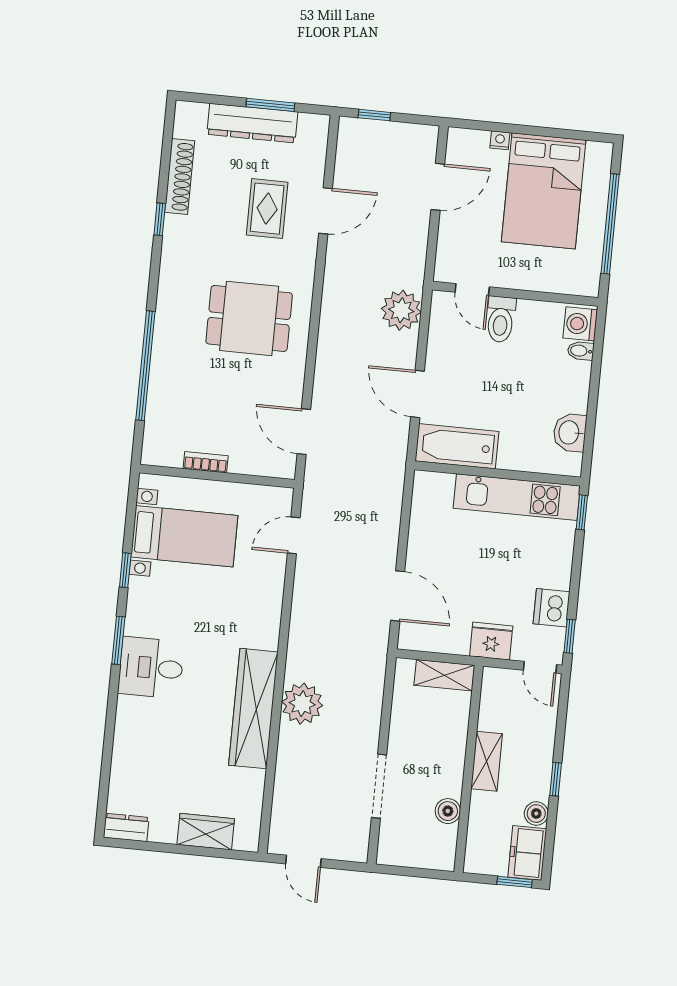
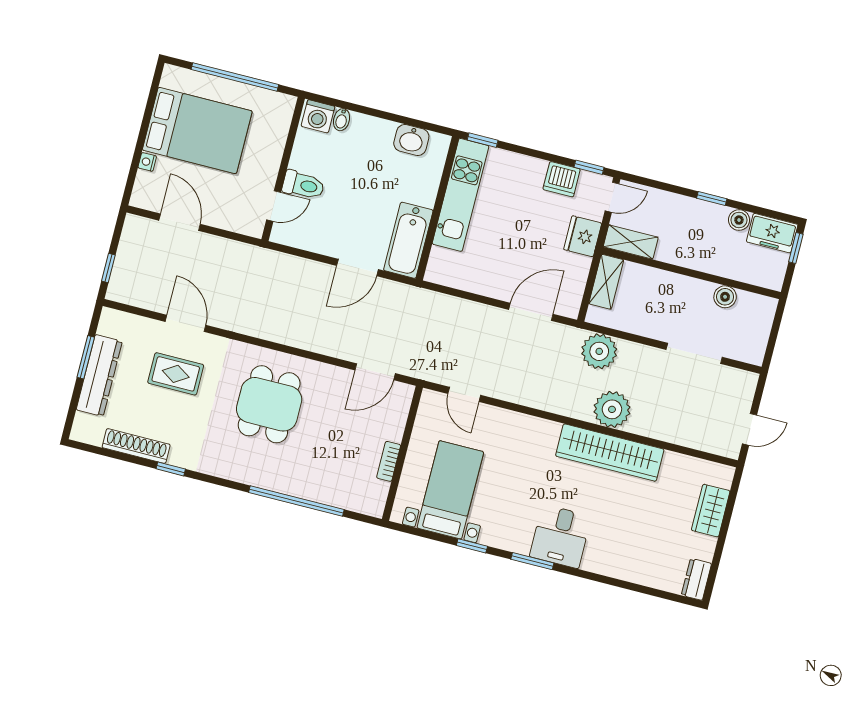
plant: (401, 310) -> (599, 351), moved
shelving: (487, 761) -> (631, 242), moved

